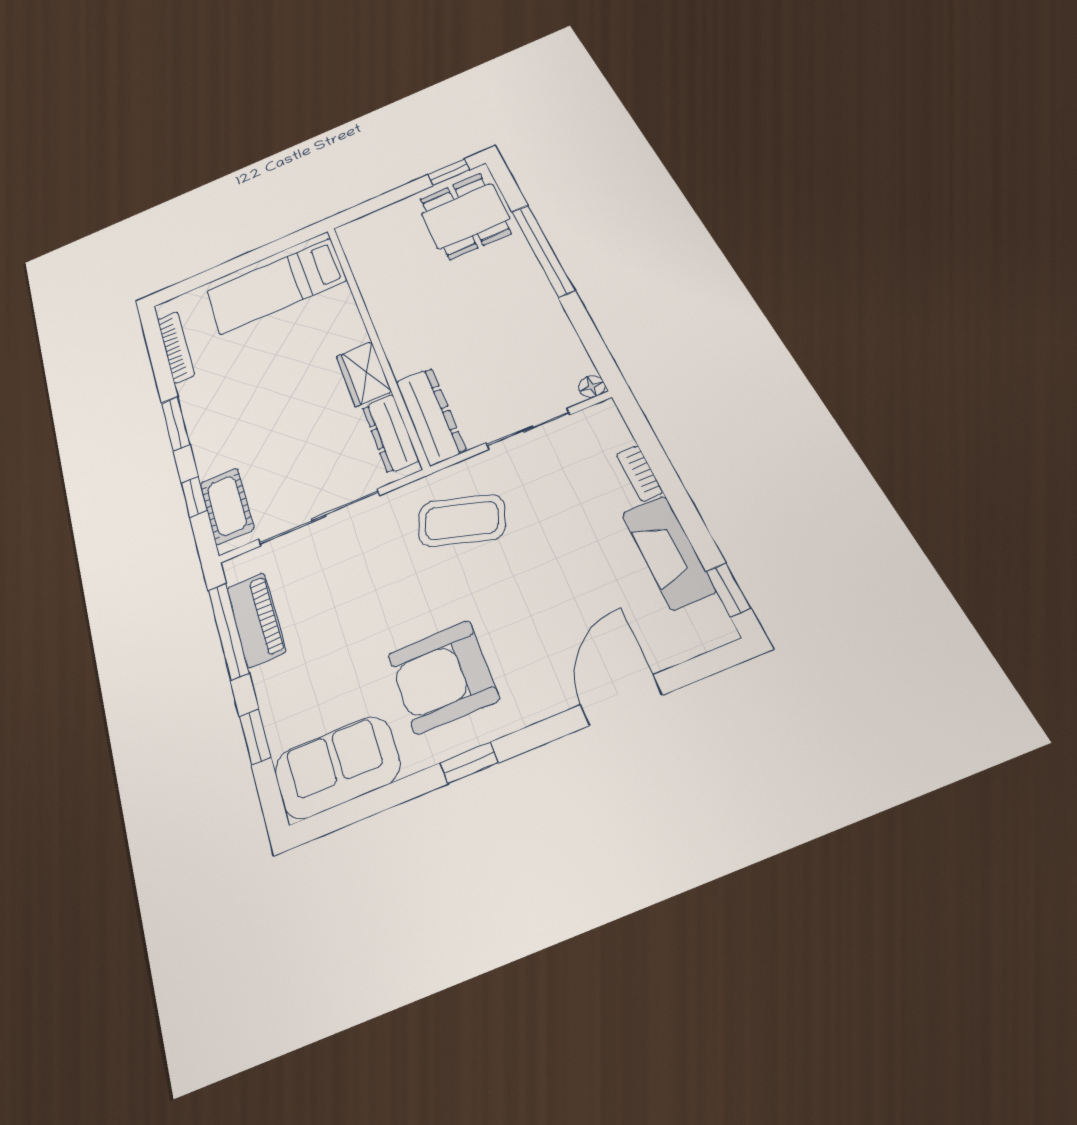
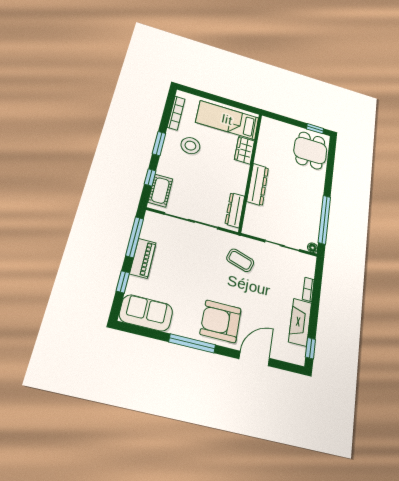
window: (543, 250) -> (324, 220), moved
wardrobe: (364, 374) -> (244, 150), moved
stool: (235, 383) -> (190, 146), added
dresser: (430, 416) -> (258, 184), moved
coffee table: (462, 521) -> (240, 260), width x0.73, depth x0.77
piano: (256, 620) -> (143, 258), moved
armchair: (443, 677) -> (221, 321), moved
window: (469, 763) -> (192, 343), width x2.17

